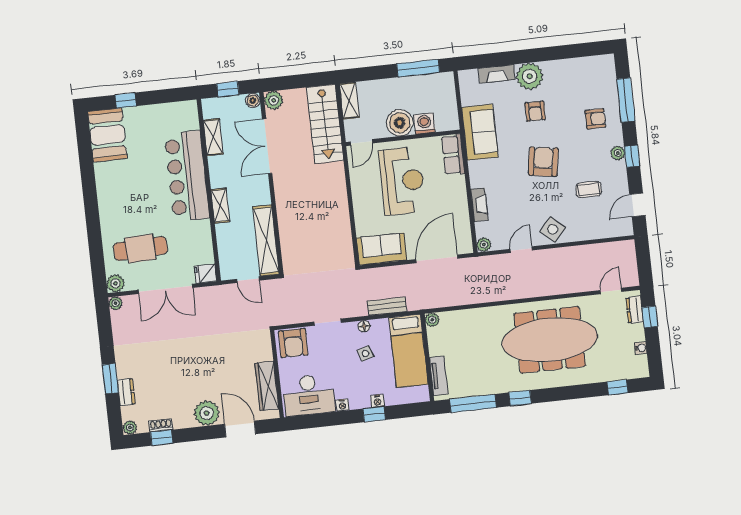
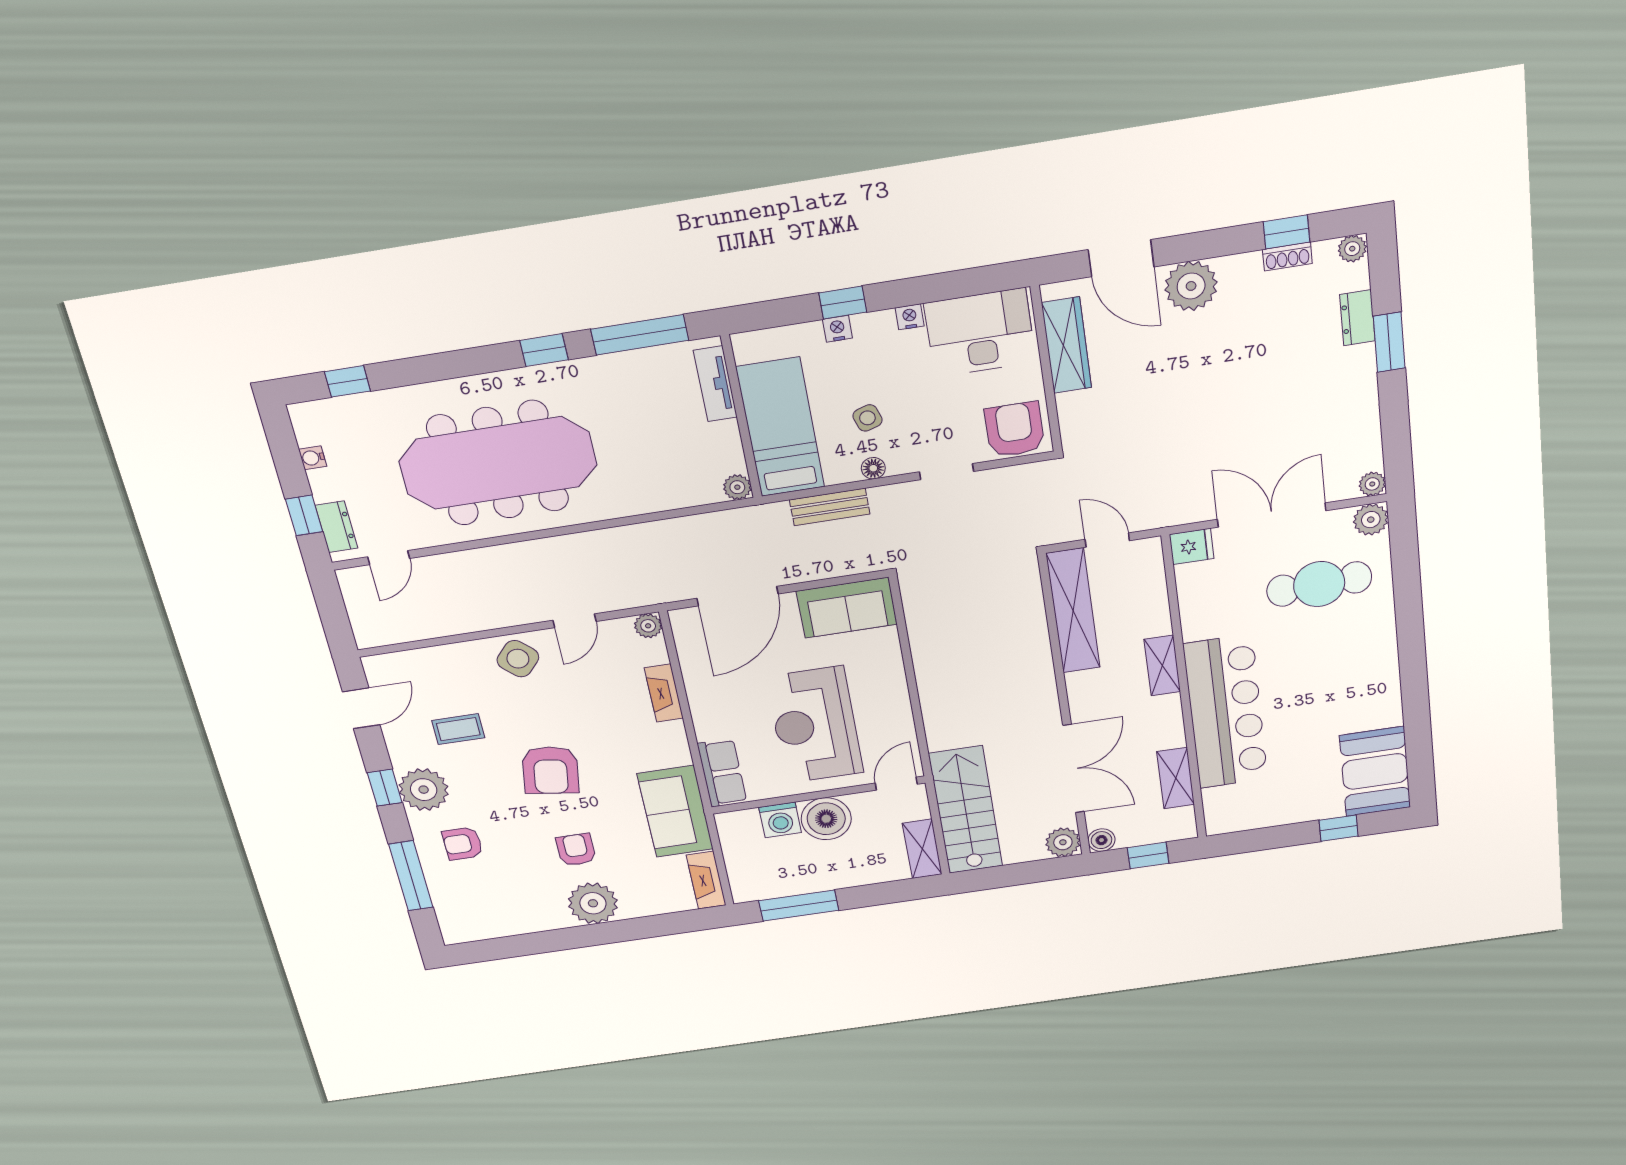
fireplace: (497, 74) -> (706, 880), moved, turned -90
plant: (618, 153) -> (424, 790), width x1.87, depth x1.87

